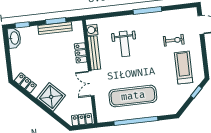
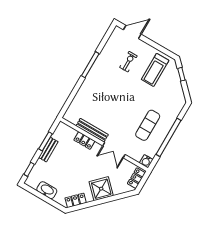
bench: (55, 28) -> (48, 150), width x0.73
water cooler: (92, 30) -> (146, 161), moved
washbasin: (14, 38) -> (47, 190), moved
weight bench: (124, 44) -> (103, 102), removed
treadmill: (184, 68) -> (155, 70), turned -90
exercise mat: (133, 96) -> (148, 125), width x0.73, depth x0.69

